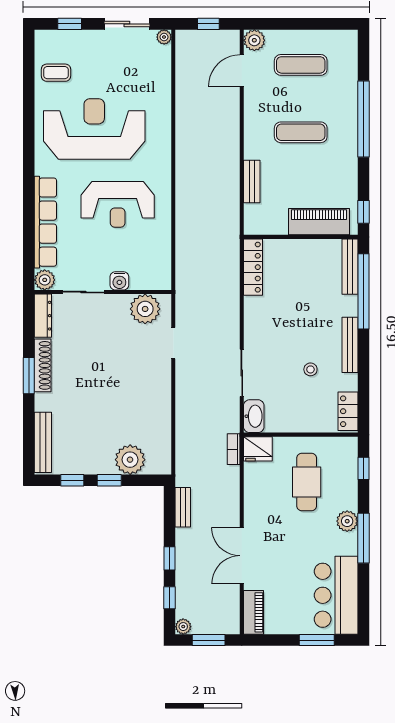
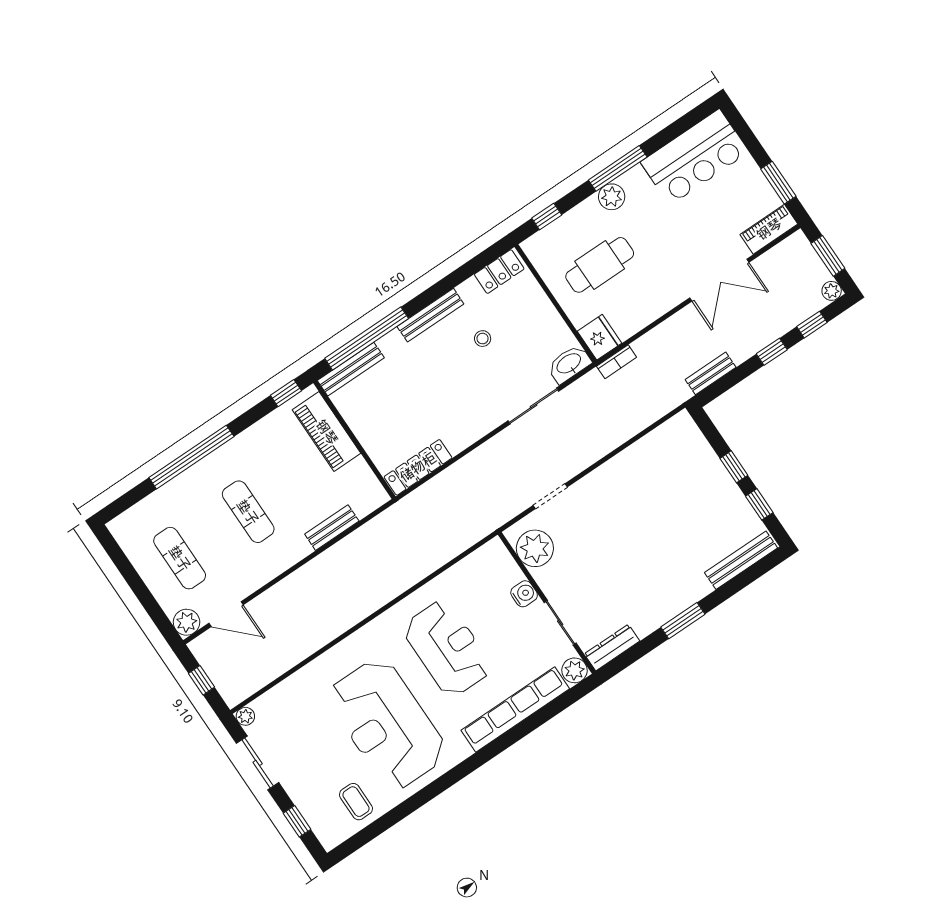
shoe rack: (43, 365) -> (663, 614), removed
plant: (130, 460) -> (698, 460), removed
window: (317, 640) -> (778, 183), moved

